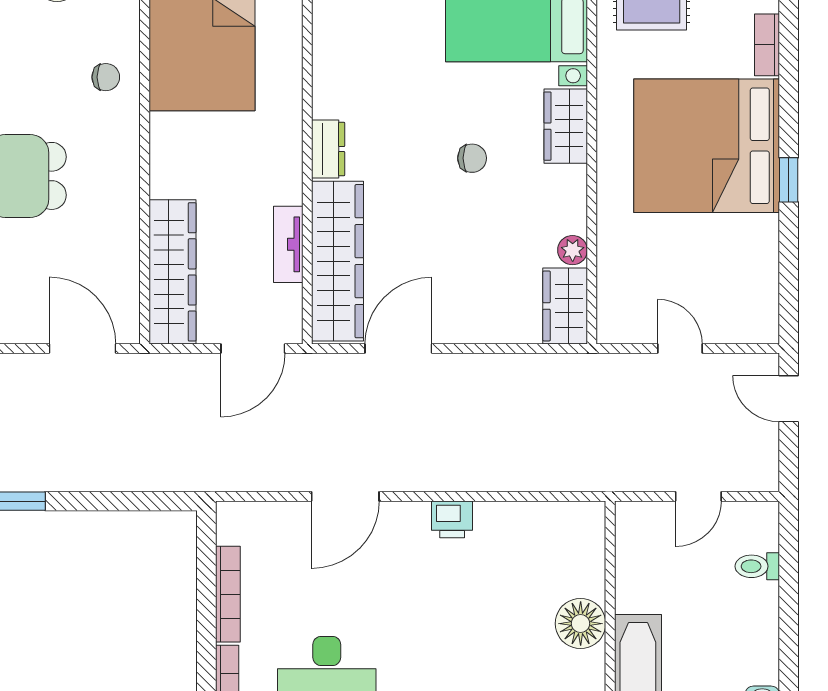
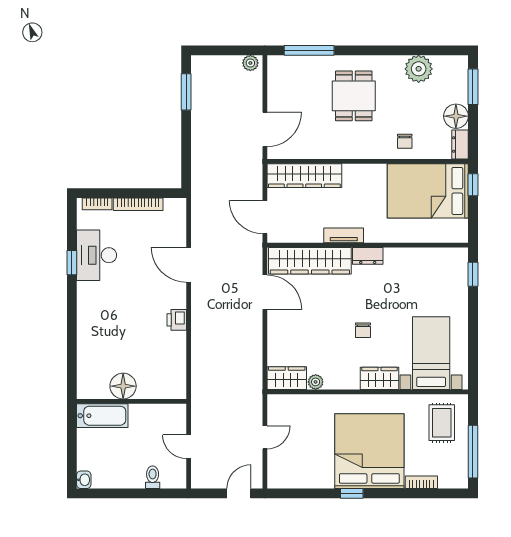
tv unit: (288, 244) -> (344, 235), moved

